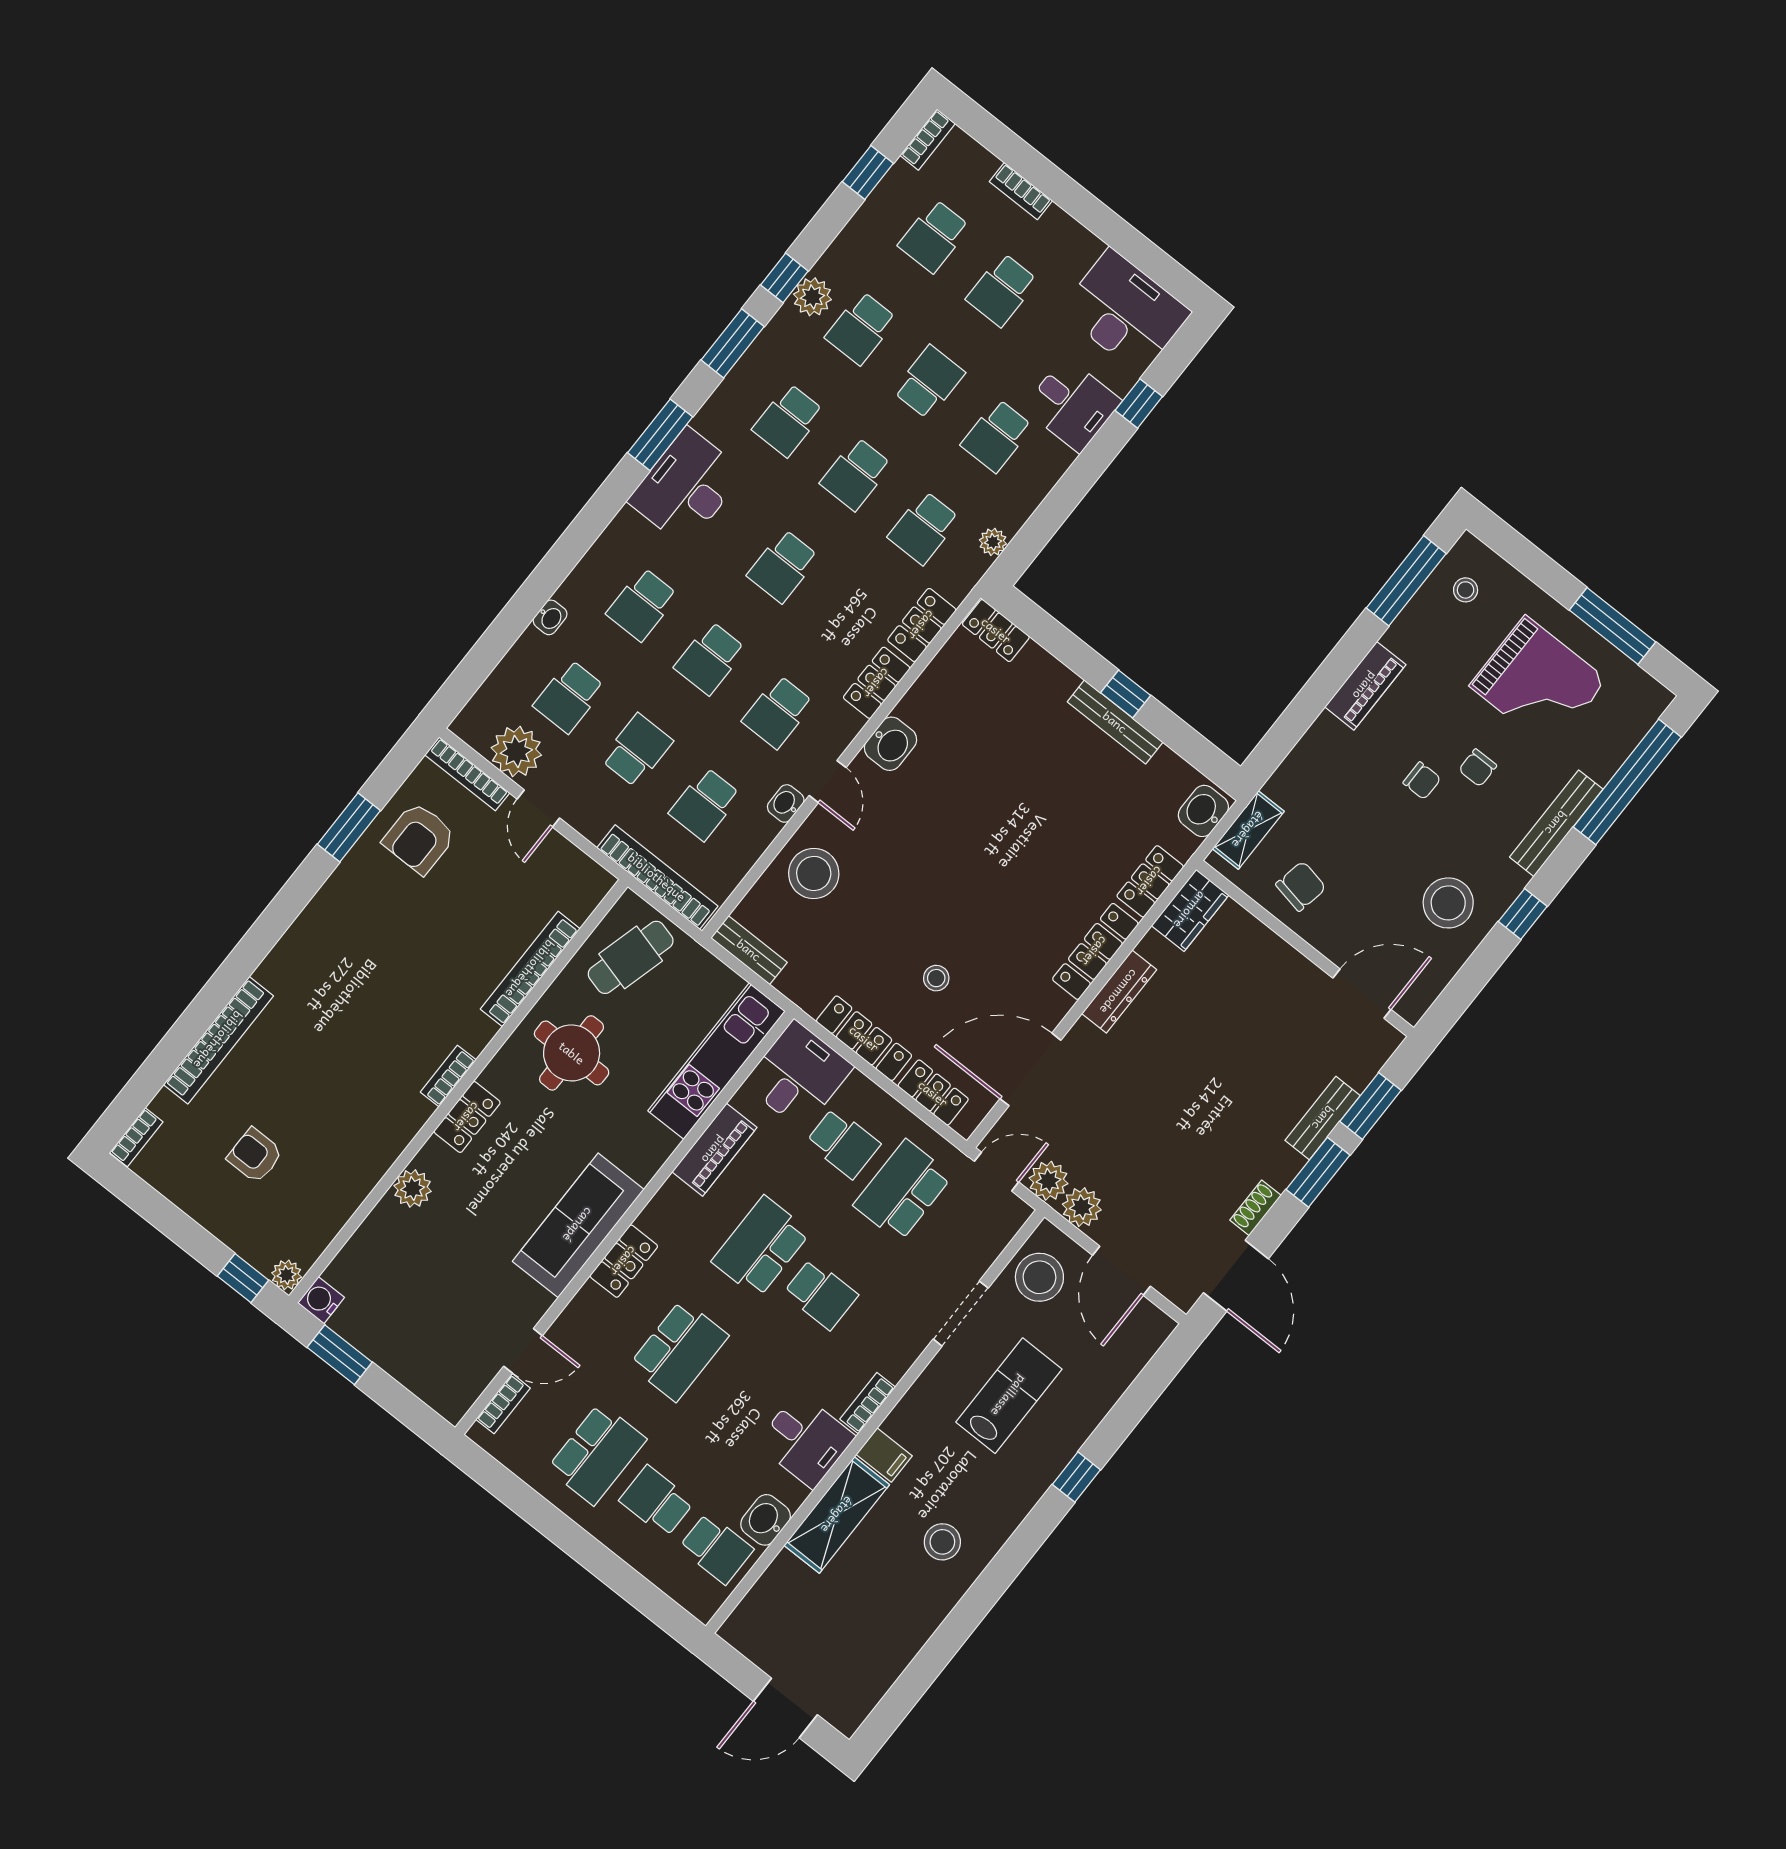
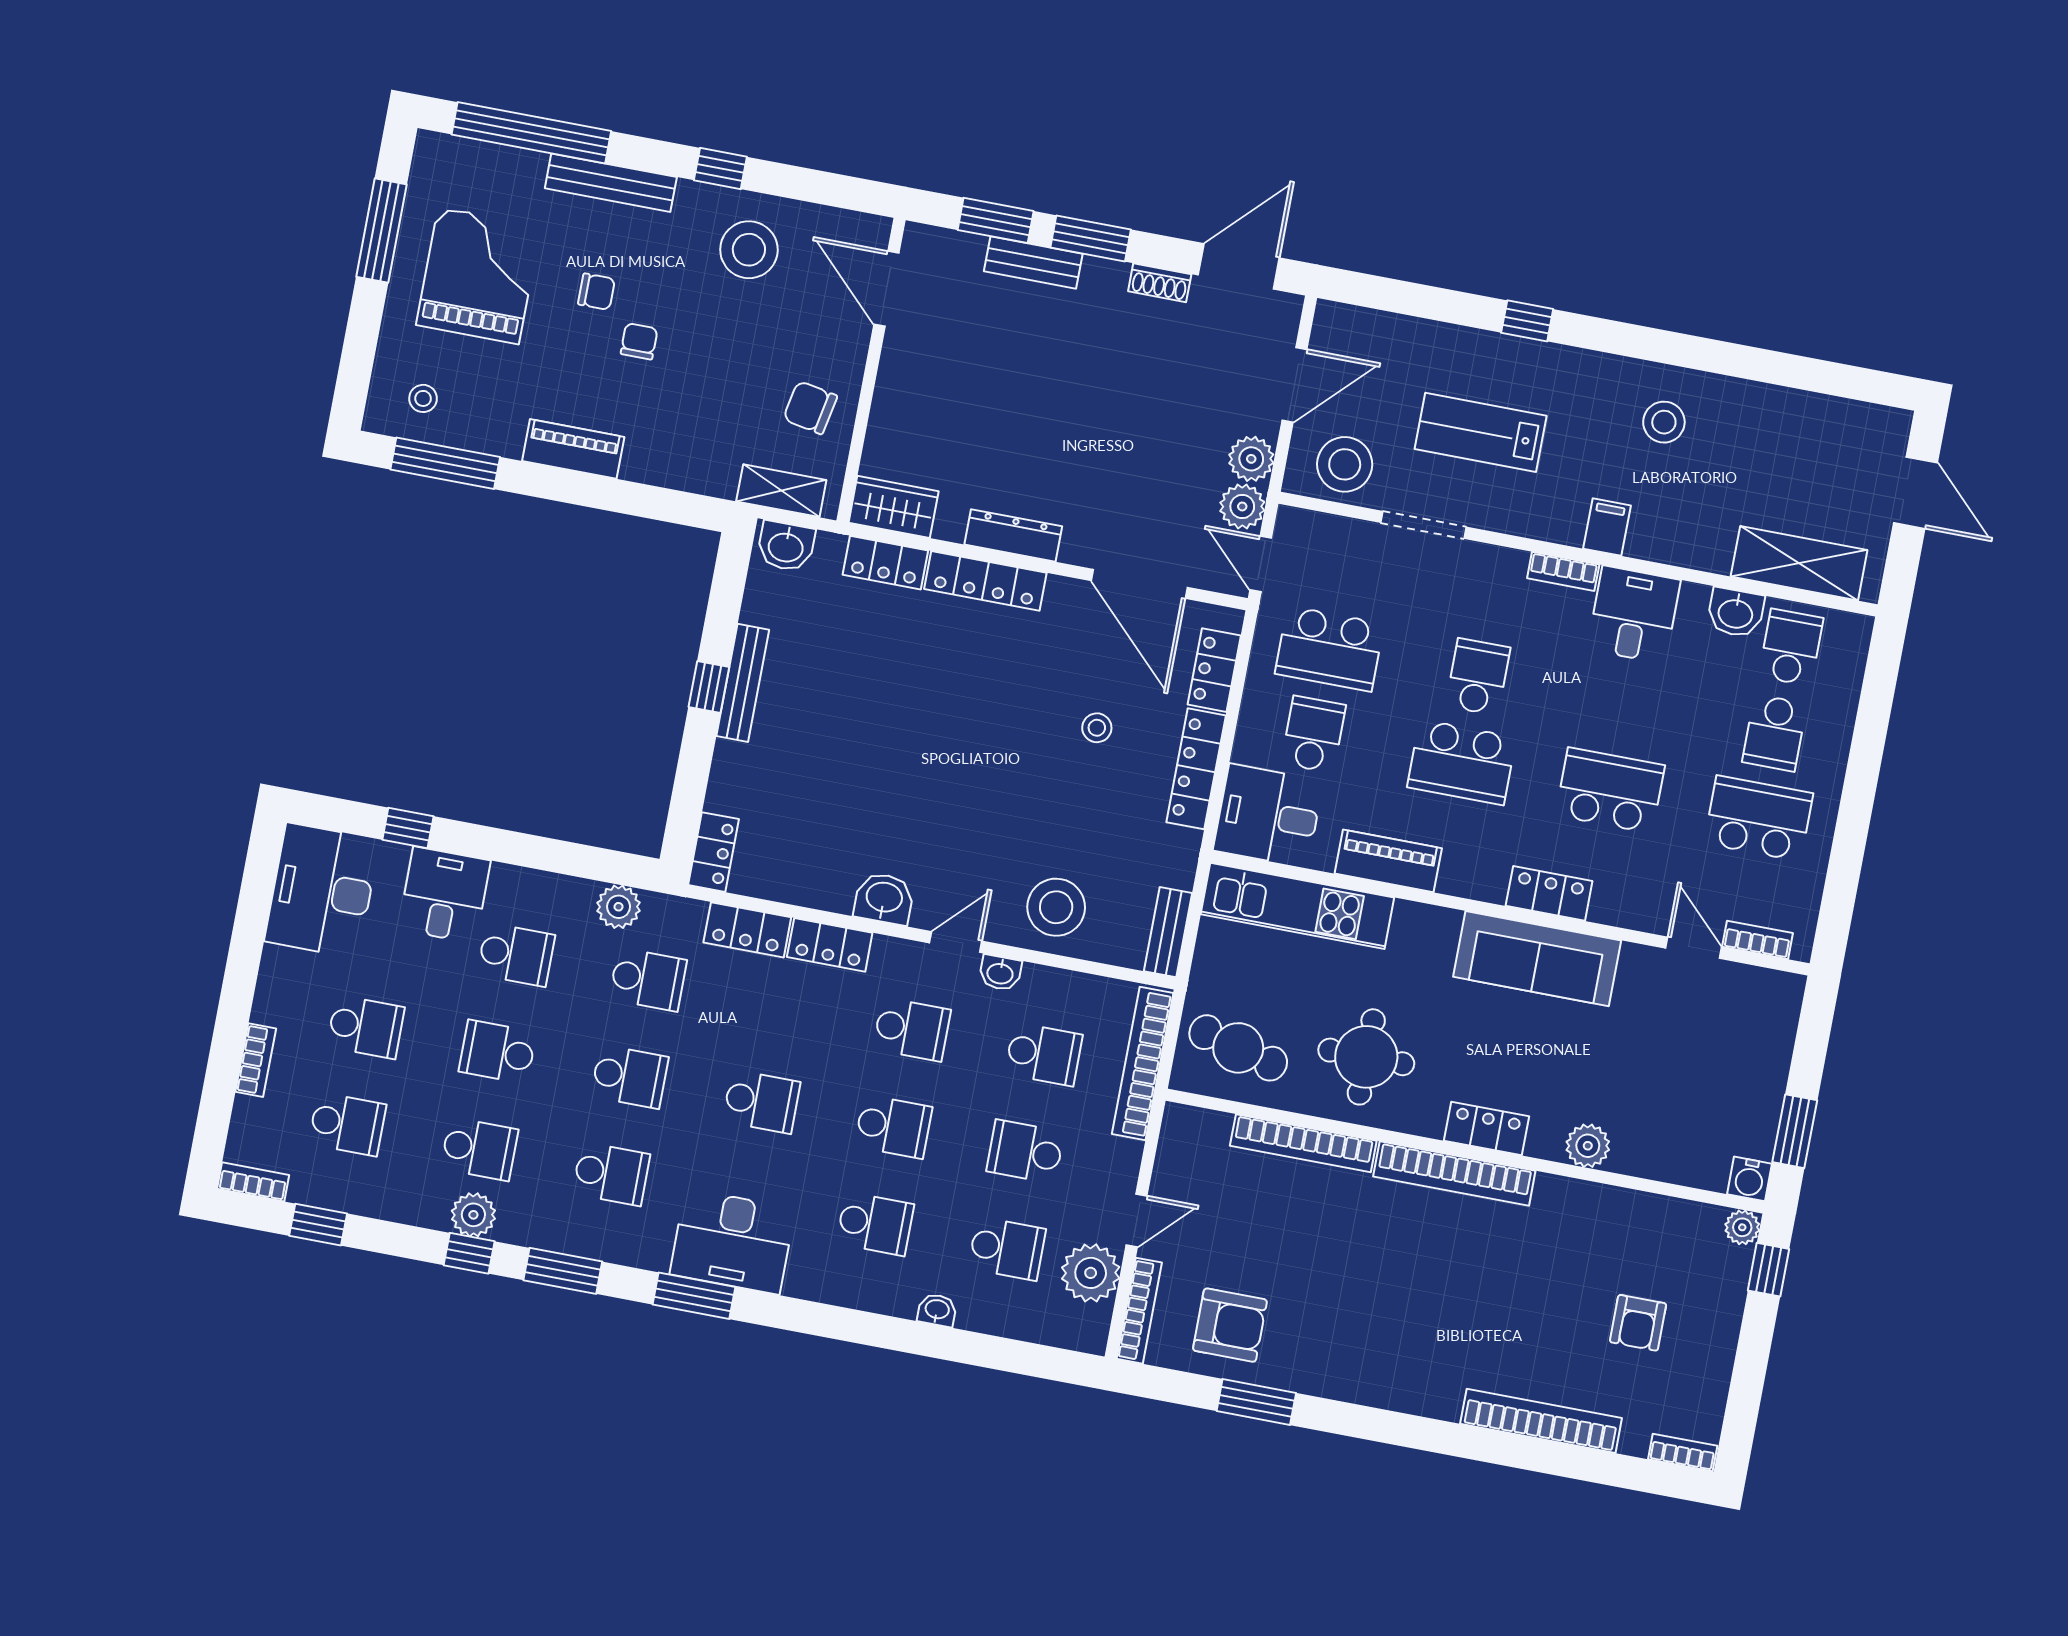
plant: (993, 542) -> (619, 907), width x1.38, depth x1.38
bookcase: (448, 1076) -> (1454, 1174), width x2.31, depth x1.31
shelving: (837, 1515) -> (1799, 563), moved

